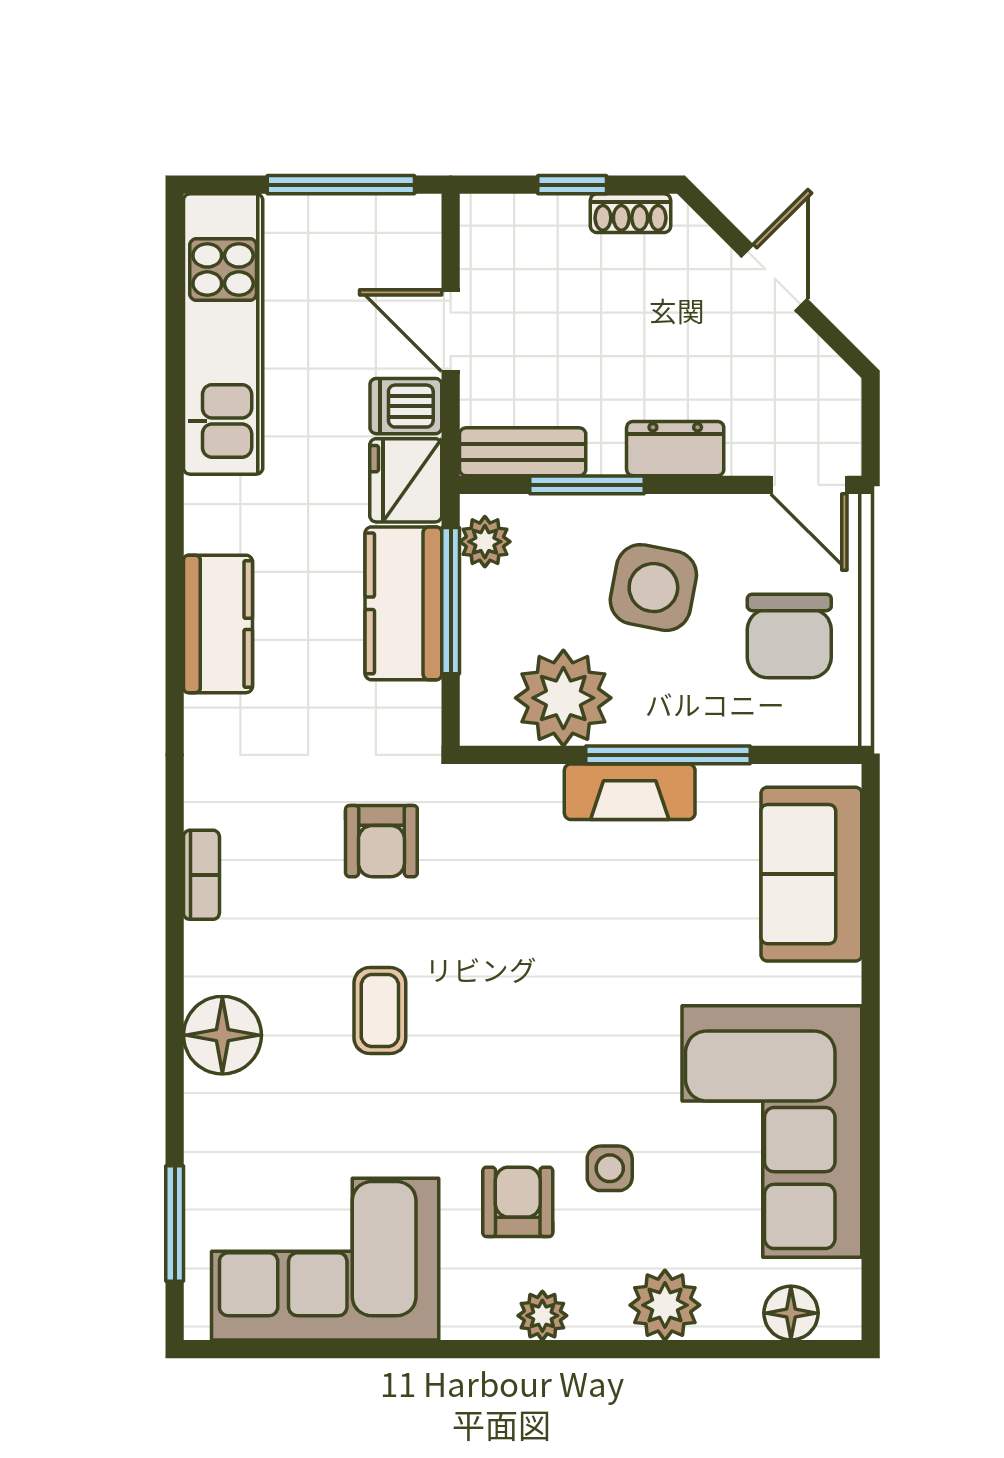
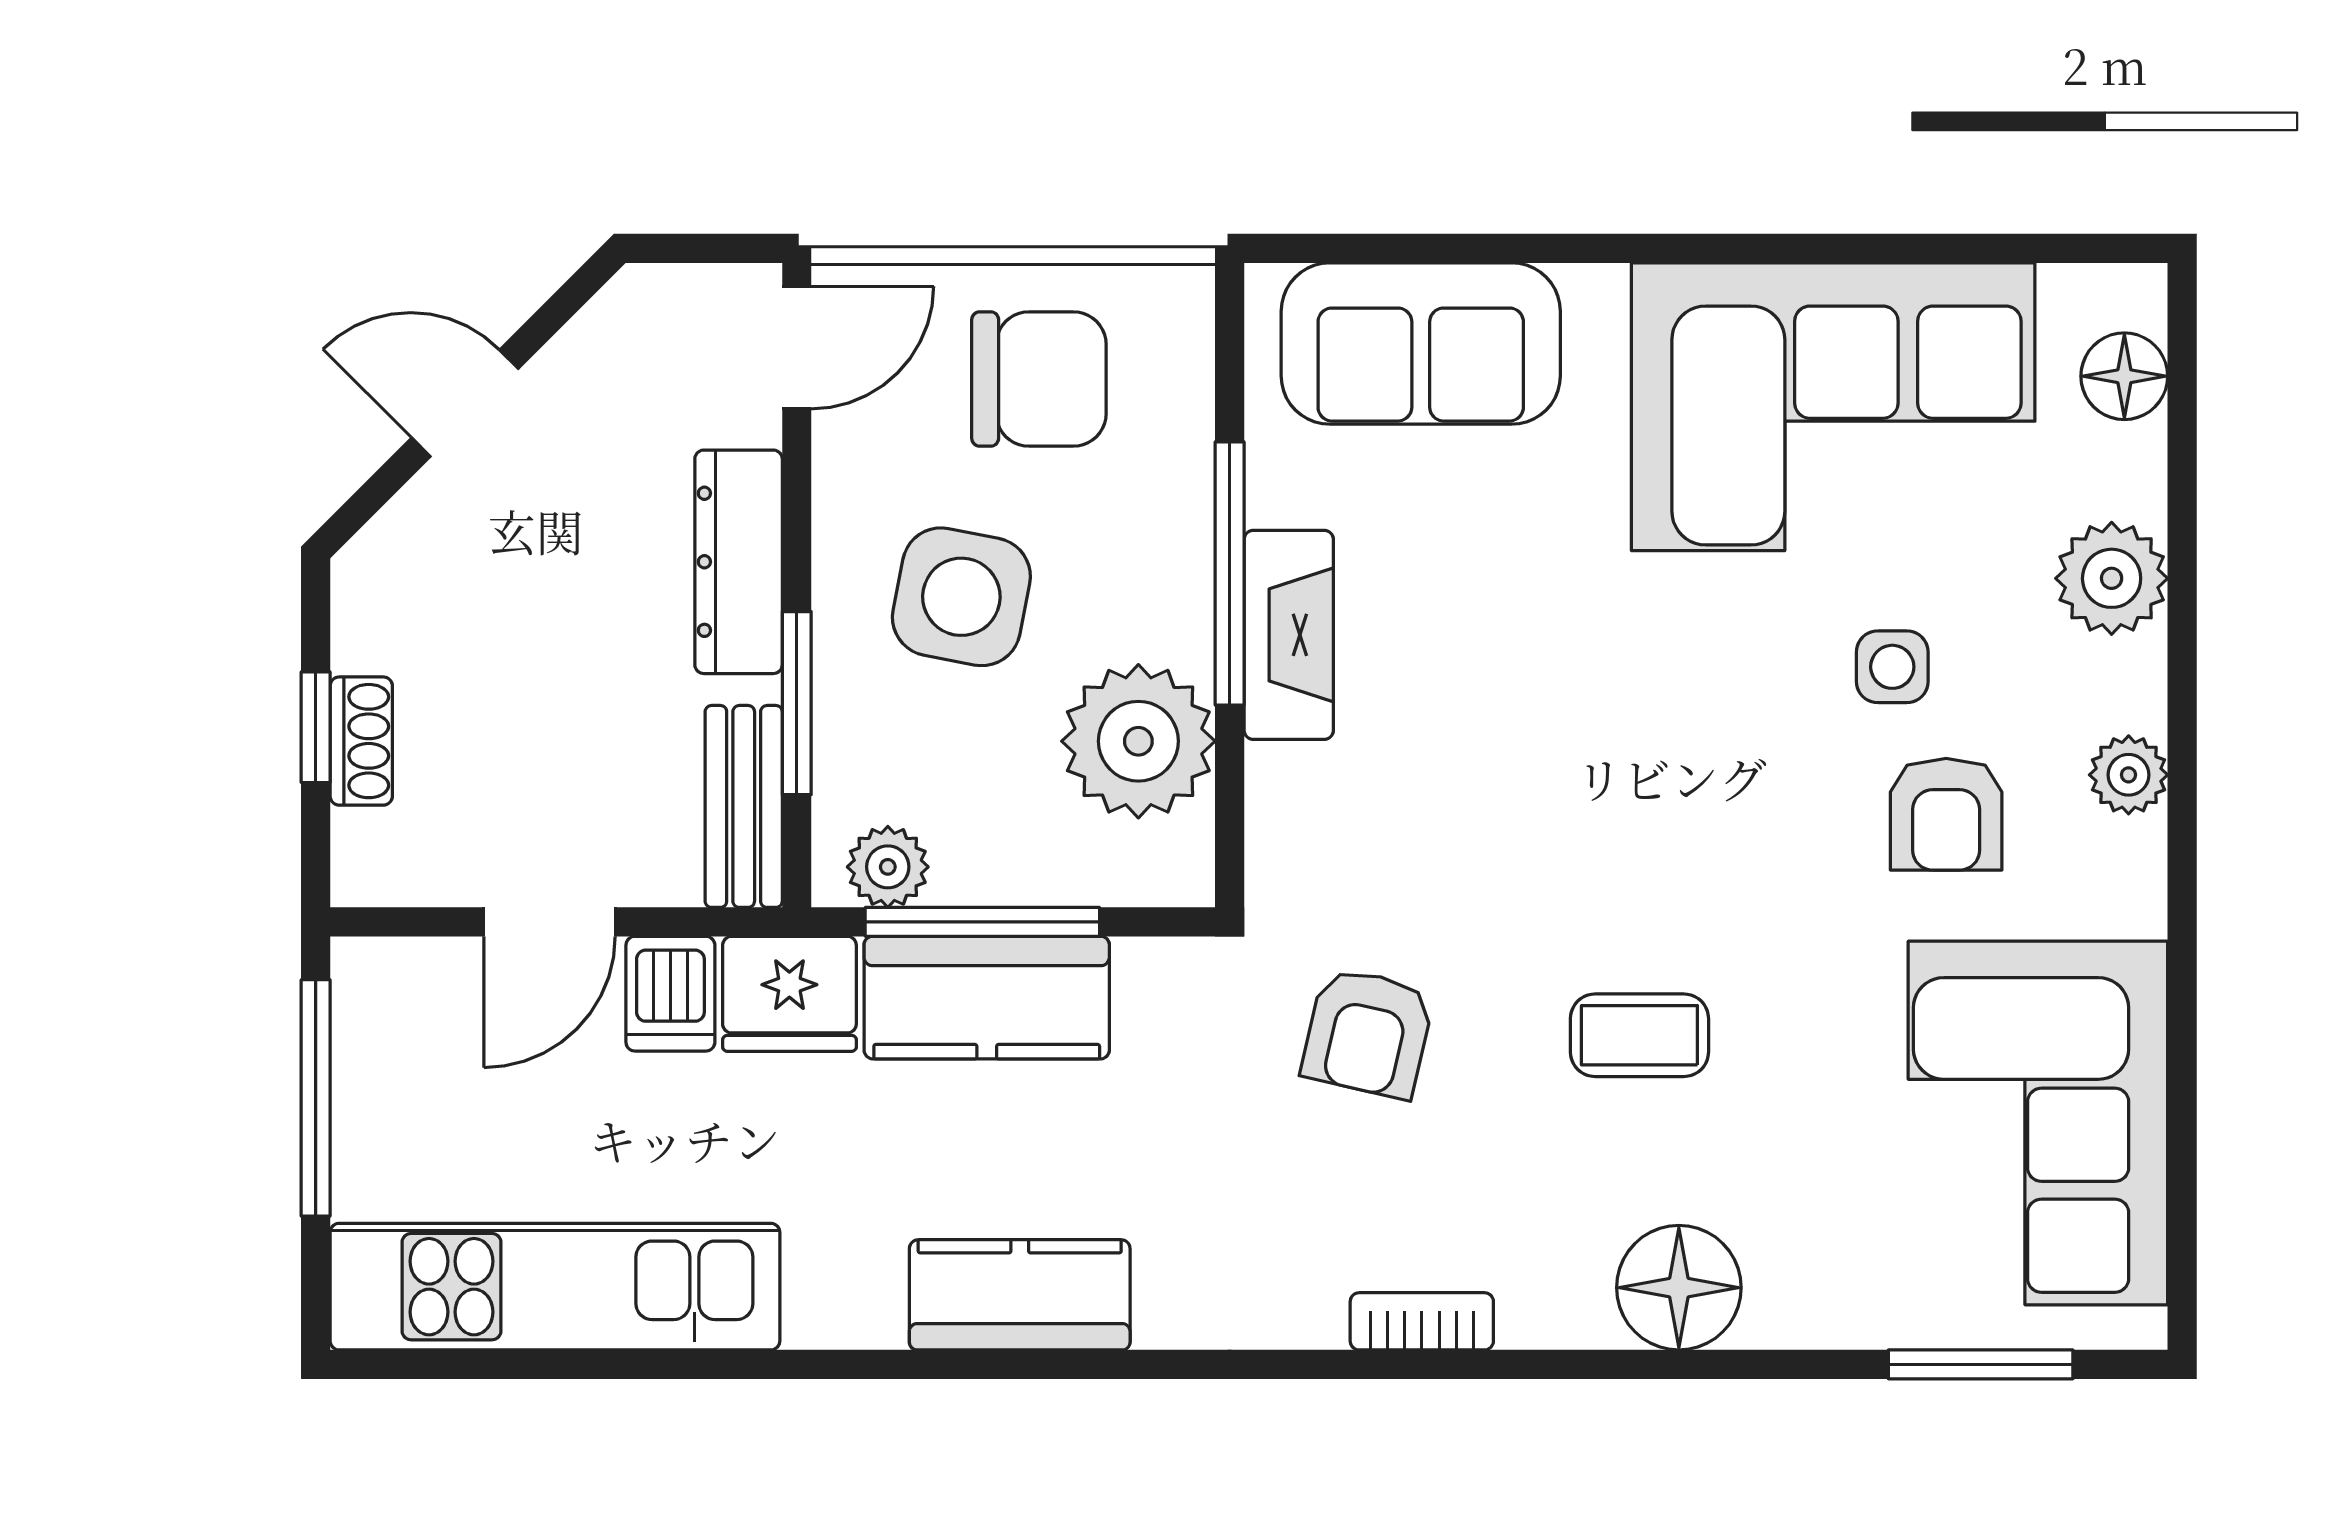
shoe rack: (630, 213) -> (361, 741), moved
dresser: (675, 449) -> (739, 562), width x1.44
armchair: (381, 841) -> (1368, 1033), turned 103
armchair: (518, 1202) -> (1946, 814), turned -90

